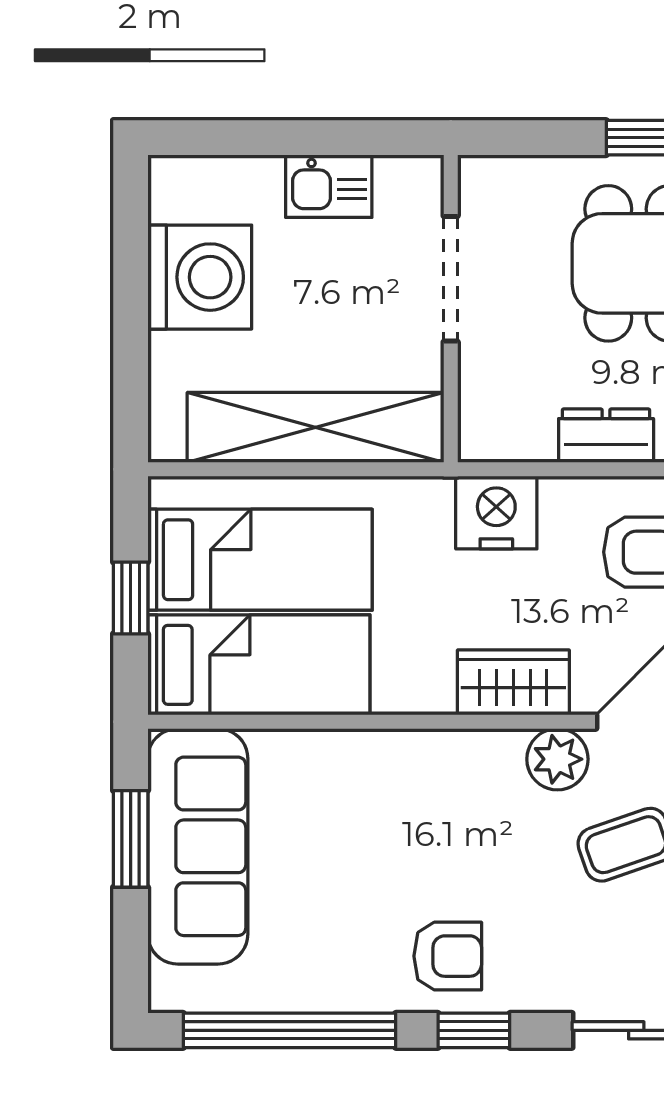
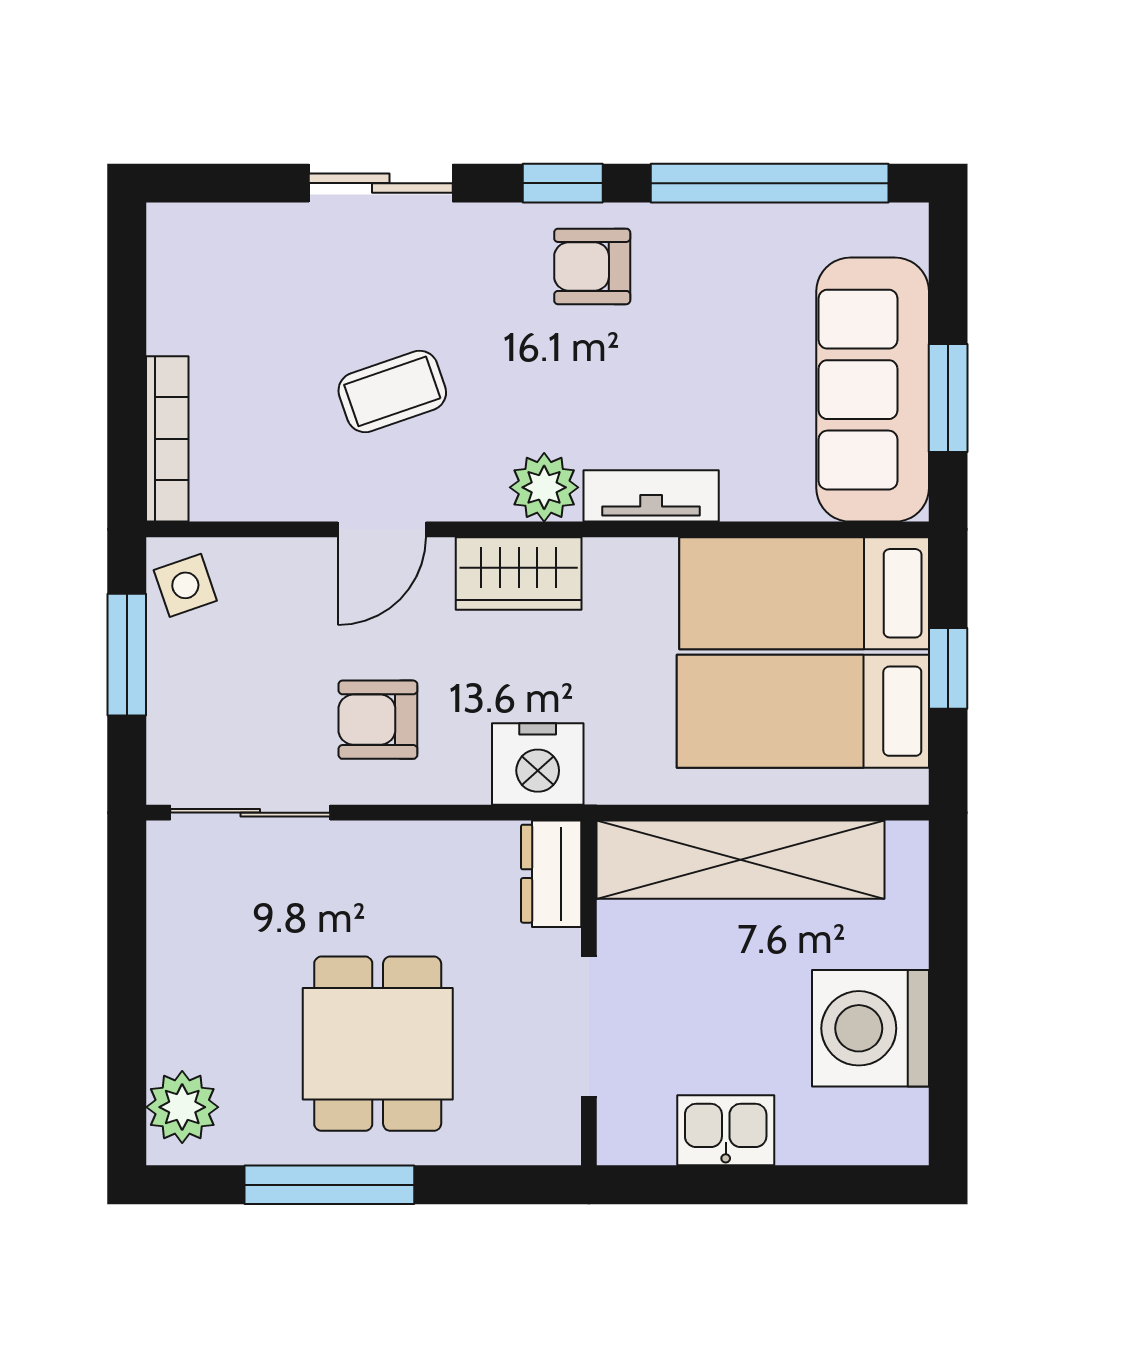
dresser: (606, 436) -> (551, 874), moved, turned 90
tv unit: (395, 752) -> (651, 496), added
plant: (557, 759) -> (544, 487), moved

